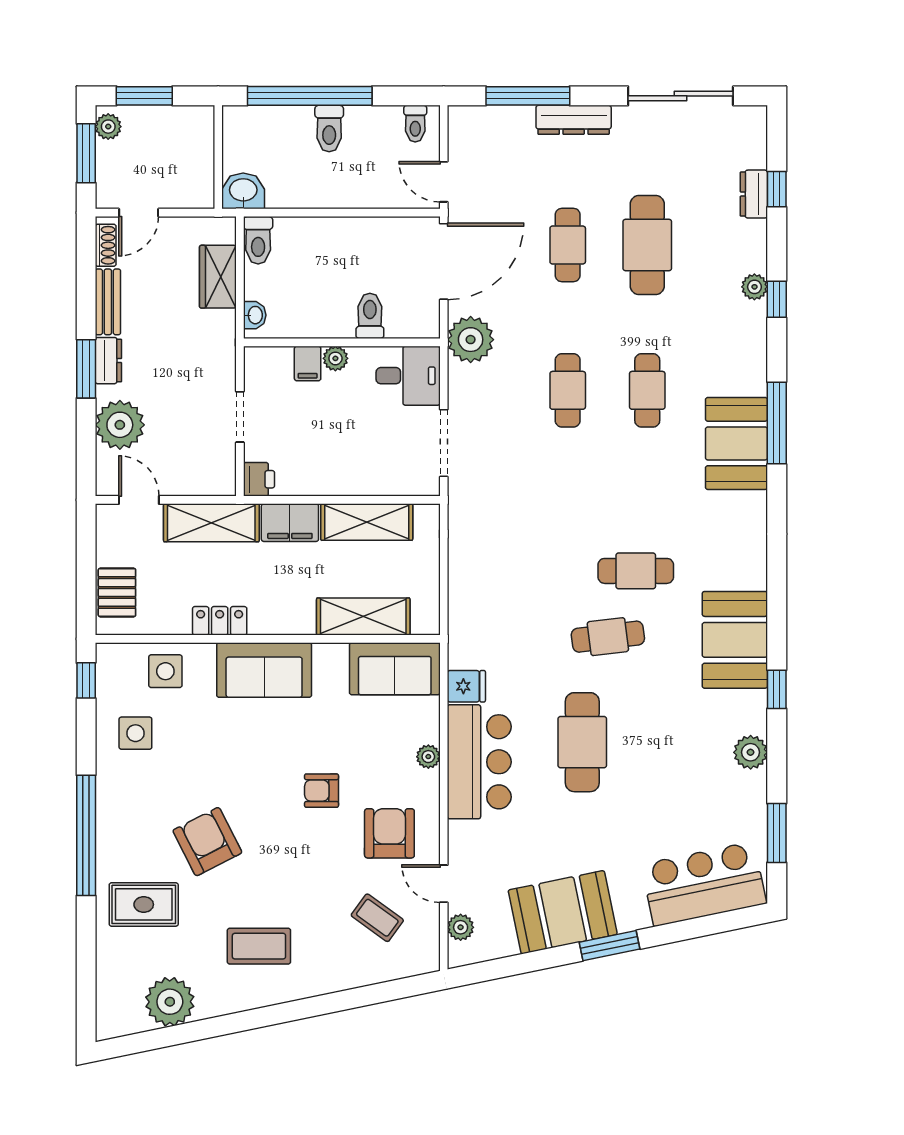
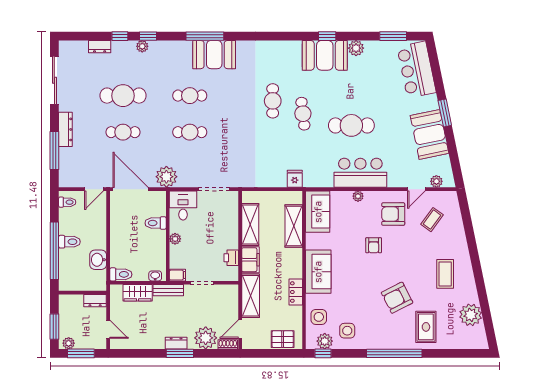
dresser: (201, 184) -> (95, 301), added
window: (777, 189) -> (120, 36), moved
washbasin: (243, 191) -> (98, 260), moved
shoe rack: (106, 245) -> (228, 344), moved
bench: (108, 302) -> (168, 290), moved
filing cabinet: (308, 364) -> (177, 275), moved
printer: (259, 479) -> (231, 258), moved, turned -90
booth: (735, 640) -> (325, 55), moved
plant: (113, 684) -> (325, 341), added
fridge: (466, 686) -> (295, 179), moved

